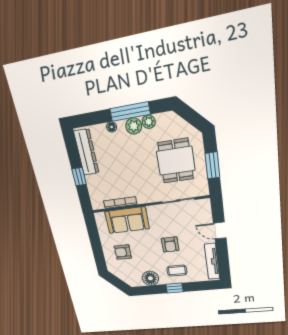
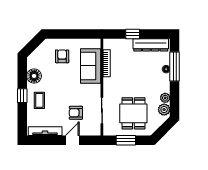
window: (130, 112) -> (175, 66), moved
plant: (134, 126) -> (164, 110), moved
dining table: (176, 161) -> (133, 113), turned 90
armchair: (170, 245) -> (76, 113), moved

